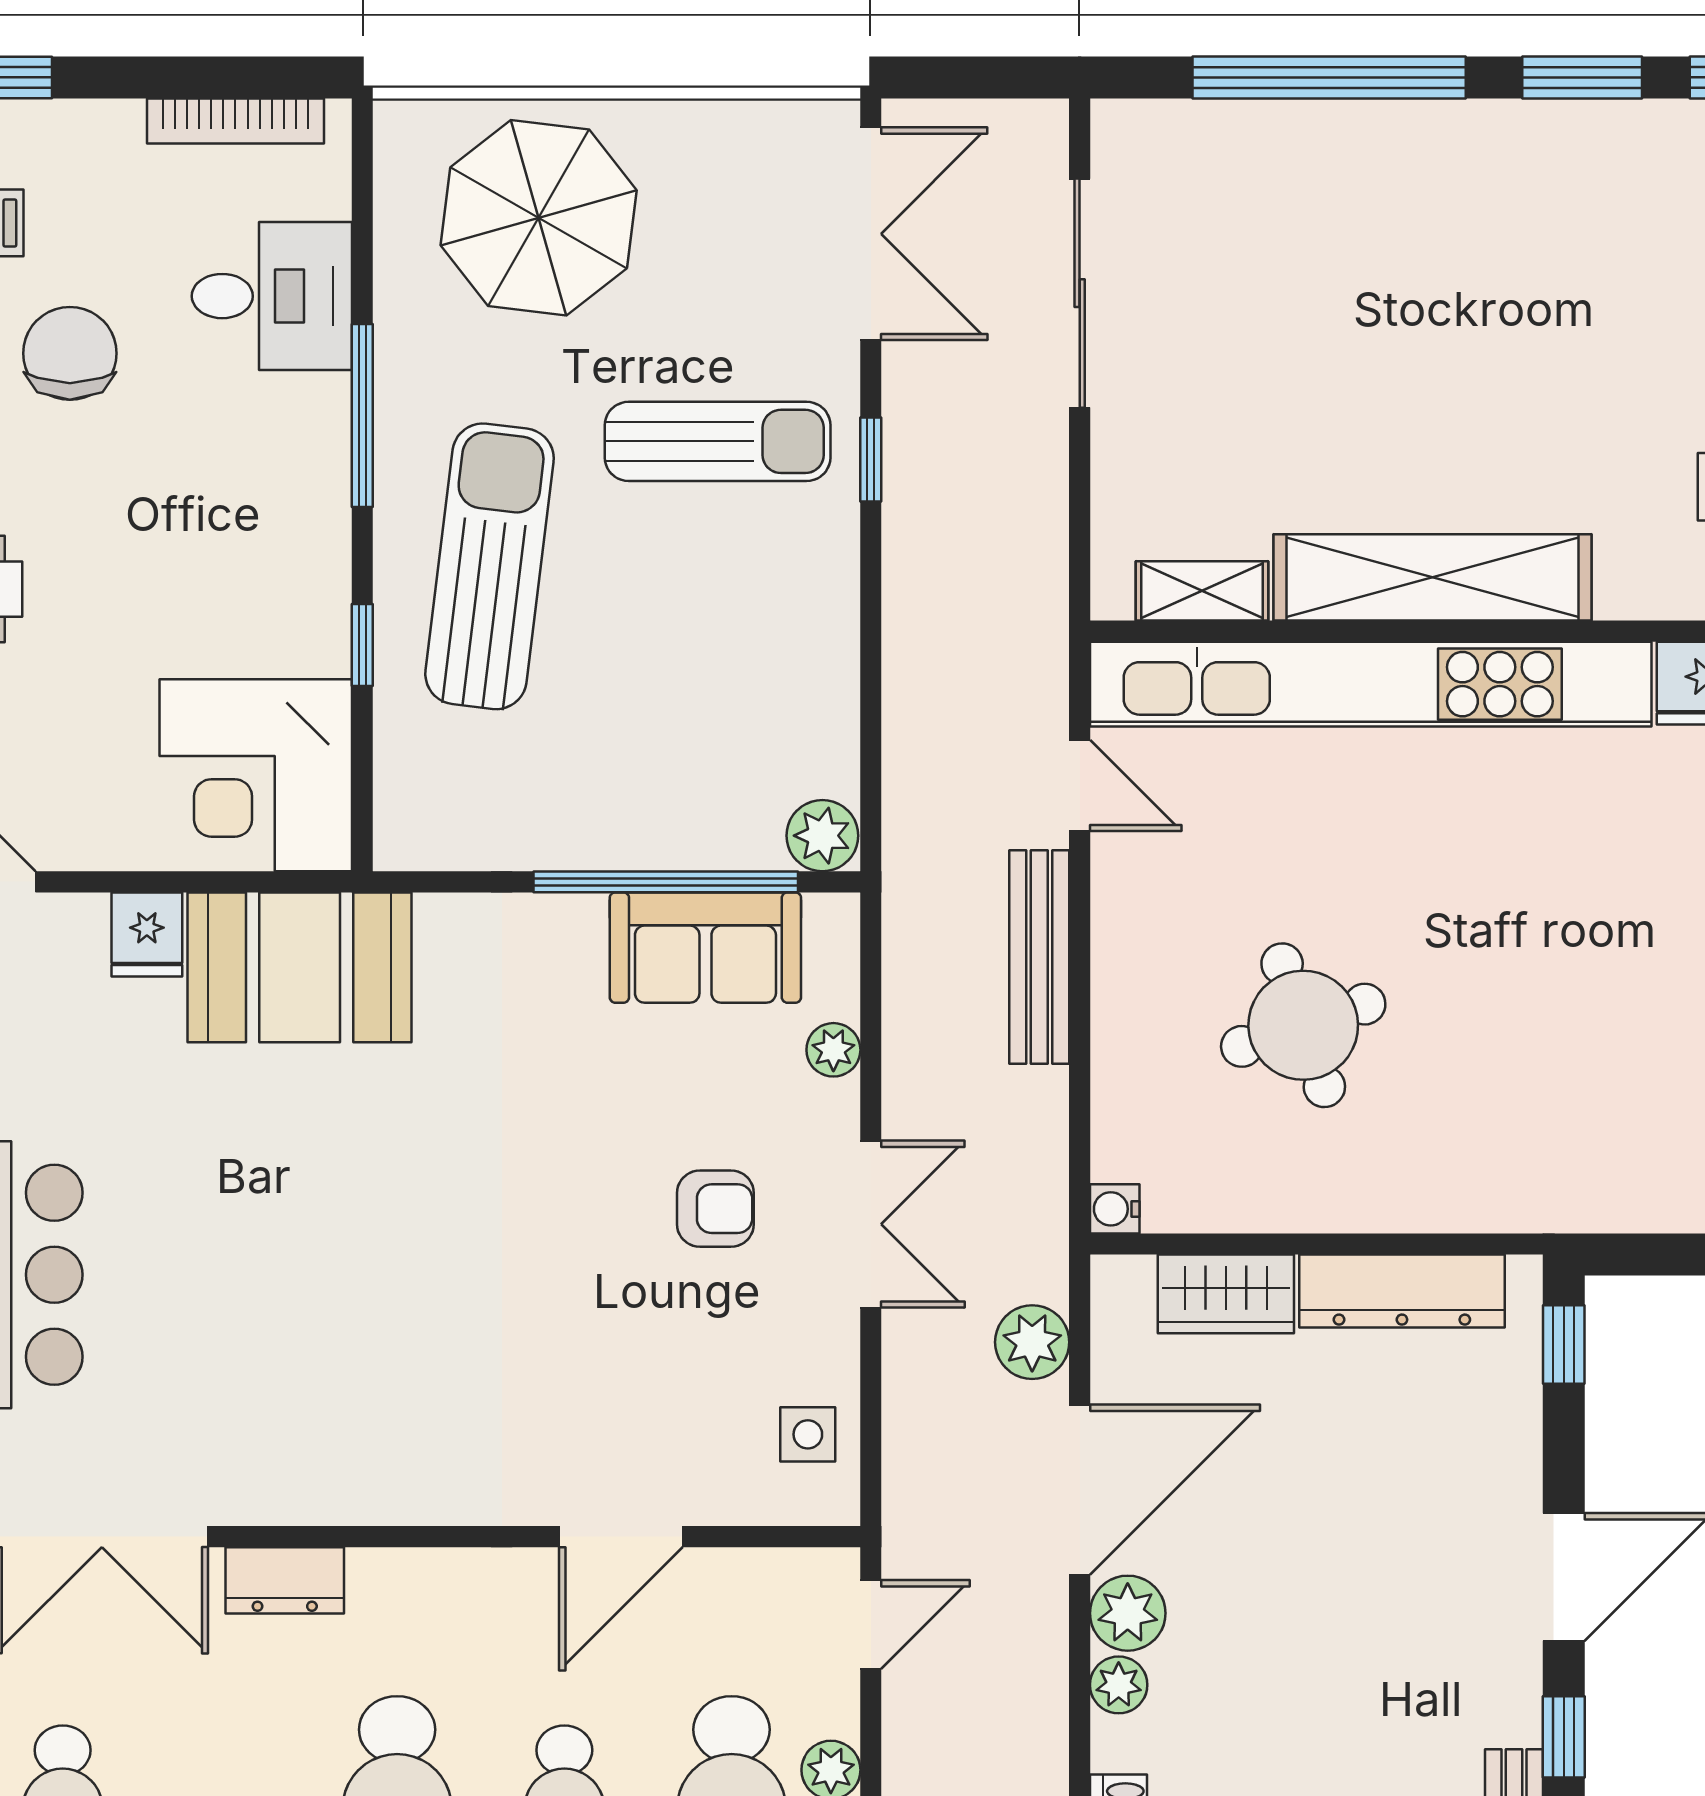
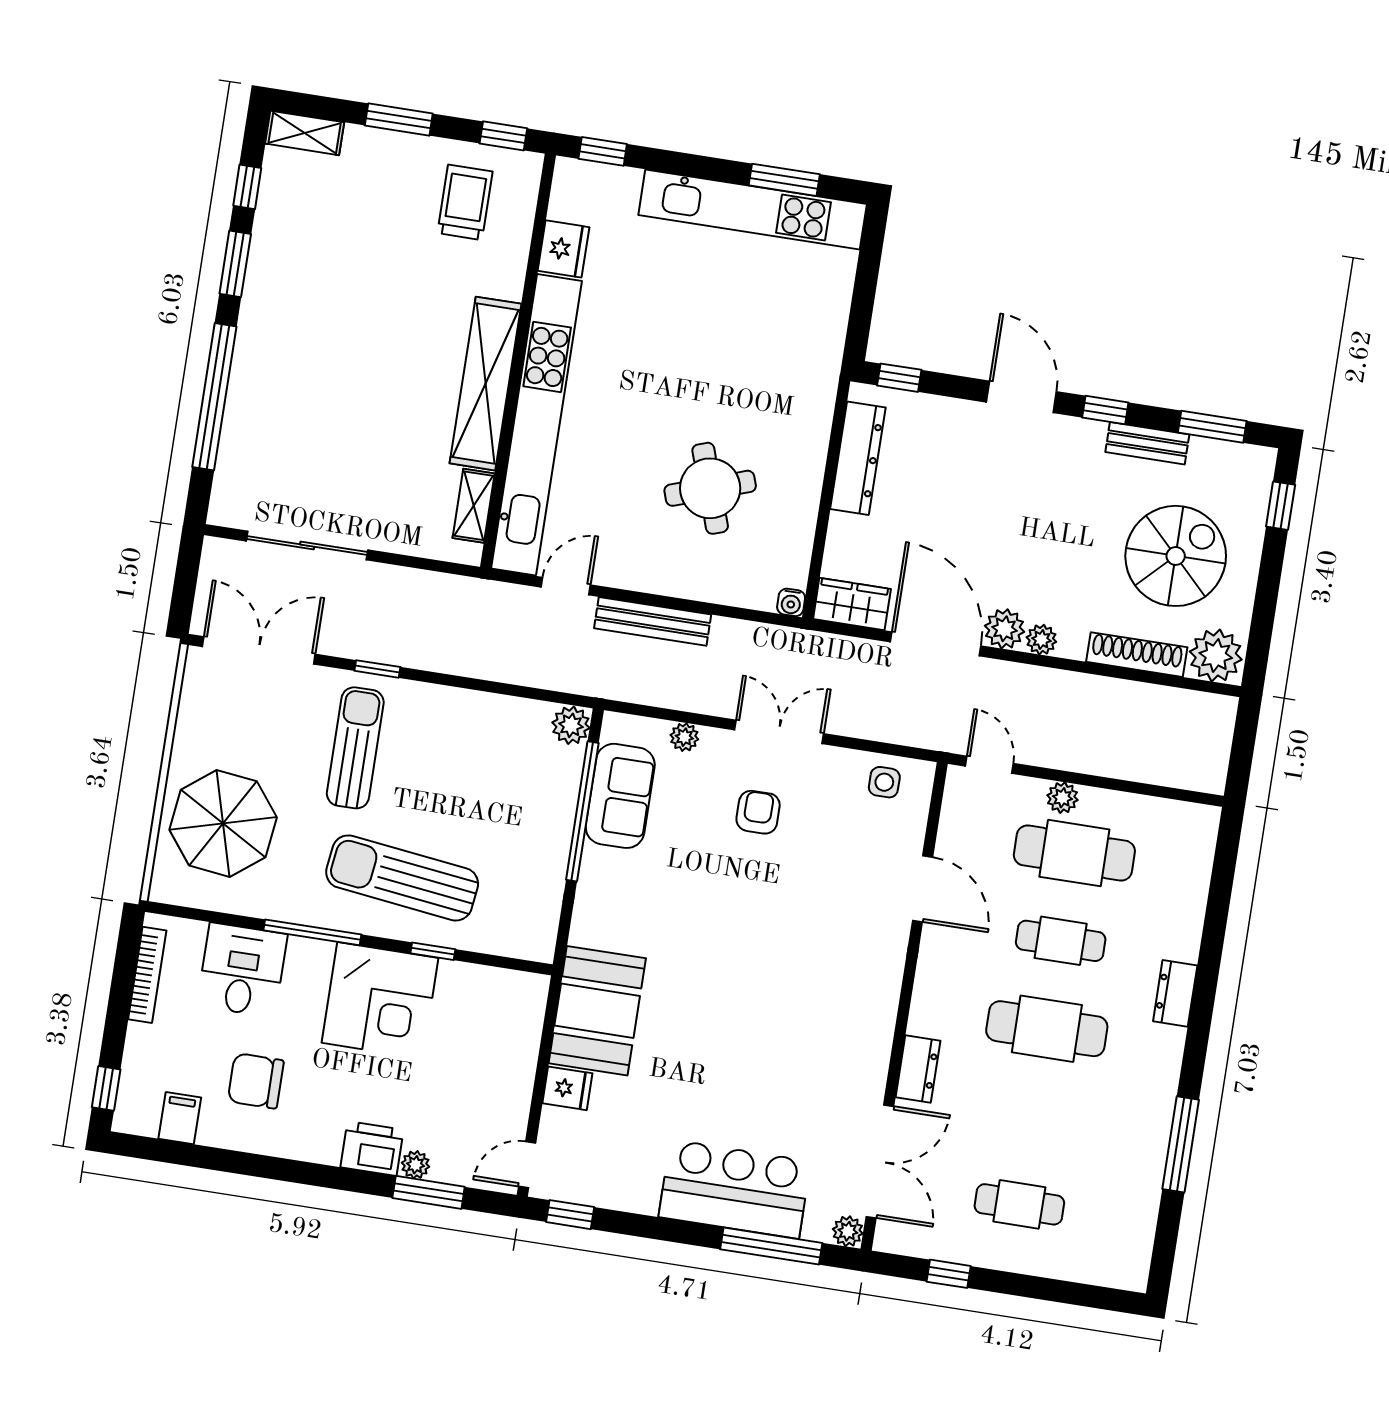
corner desk: (256, 775) -> (380, 1000), moved
wardrobe: (1226, 1294) -> (852, 604), moved, turned -90
plant: (1032, 1342) -> (854, 657), removed

